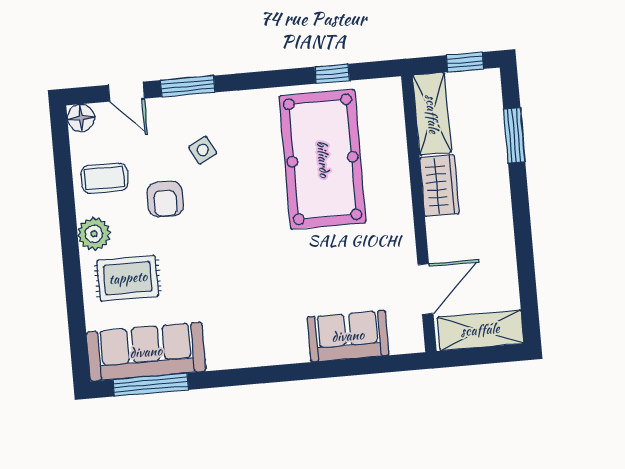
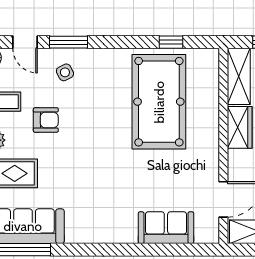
side table: (203, 150) -> (65, 72), moved
armchair: (165, 199) -> (46, 120), turned -90

